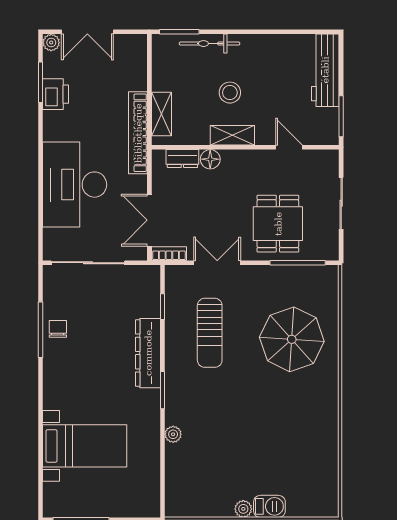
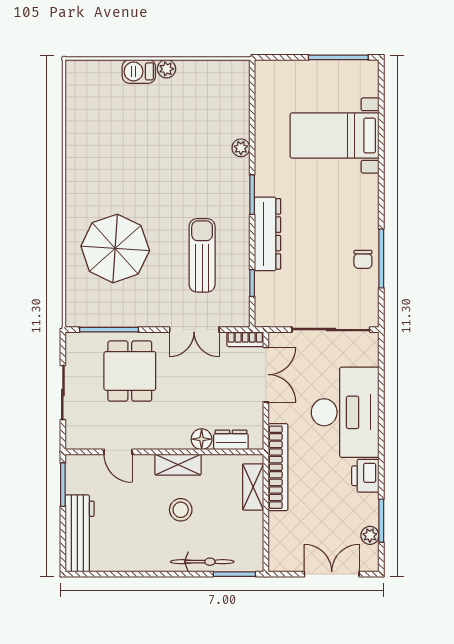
plant: (51, 43) -> (370, 535), moved
printer: (56, 94) -> (365, 476), moved

